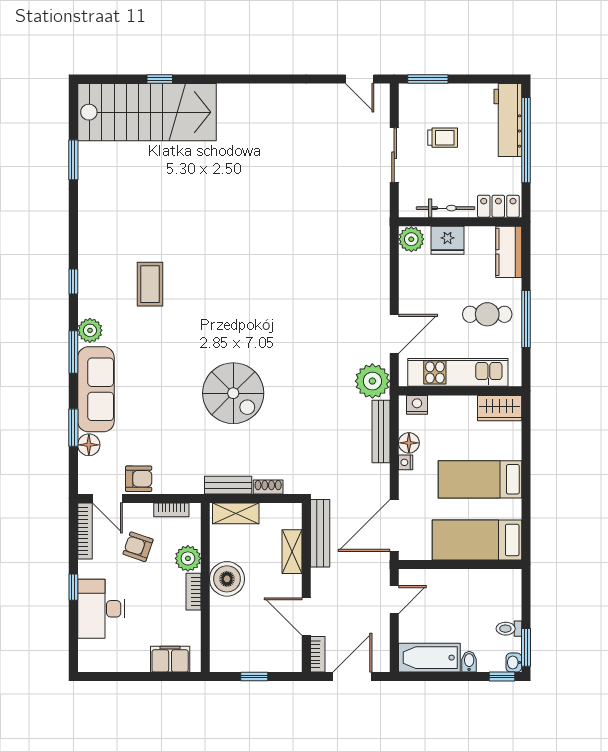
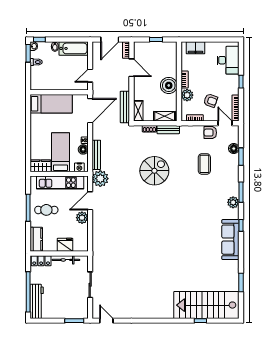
trolley: (443, 138) -> (67, 293), removed
plant: (411, 239) -> (82, 218), moved
coffee table: (150, 284) -> (204, 164), moved
sofa: (96, 389) -> (230, 240), moved
spiral stairs: (233, 393) -> (154, 171), moved, turned 90
bed: (480, 479) -> (61, 152), moved, turned -90
shelving: (292, 552) -> (138, 111), moved
desk: (101, 609) -> (228, 60), moved

